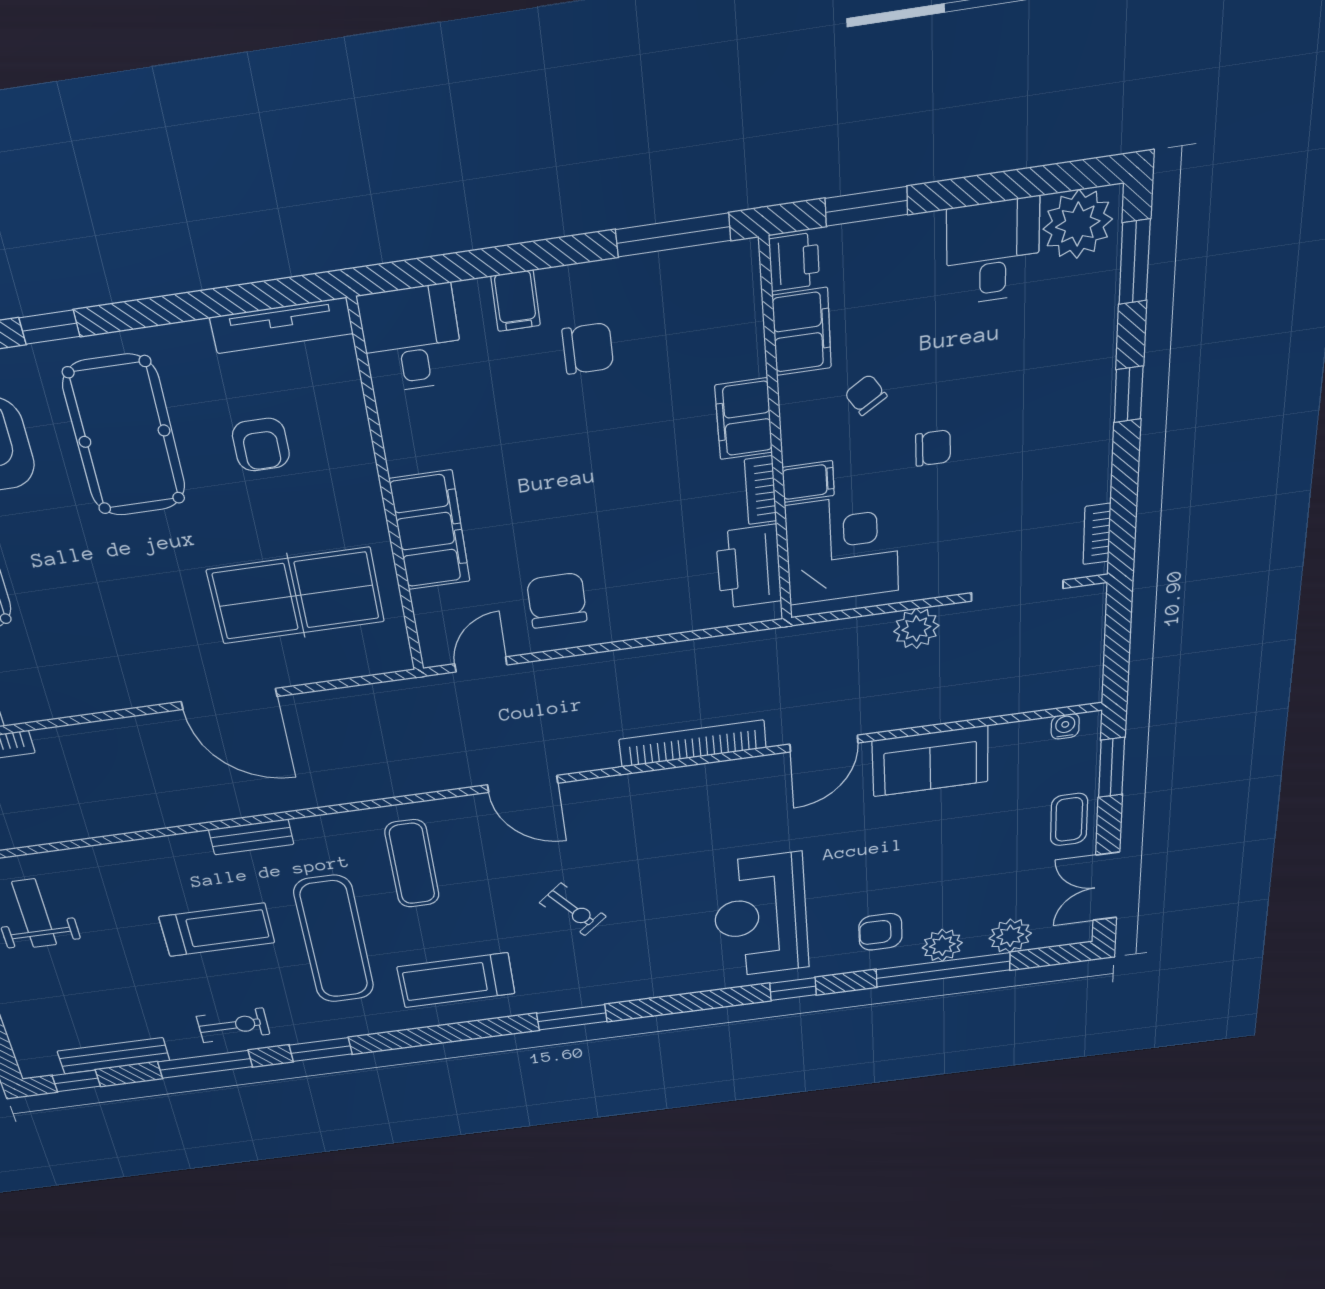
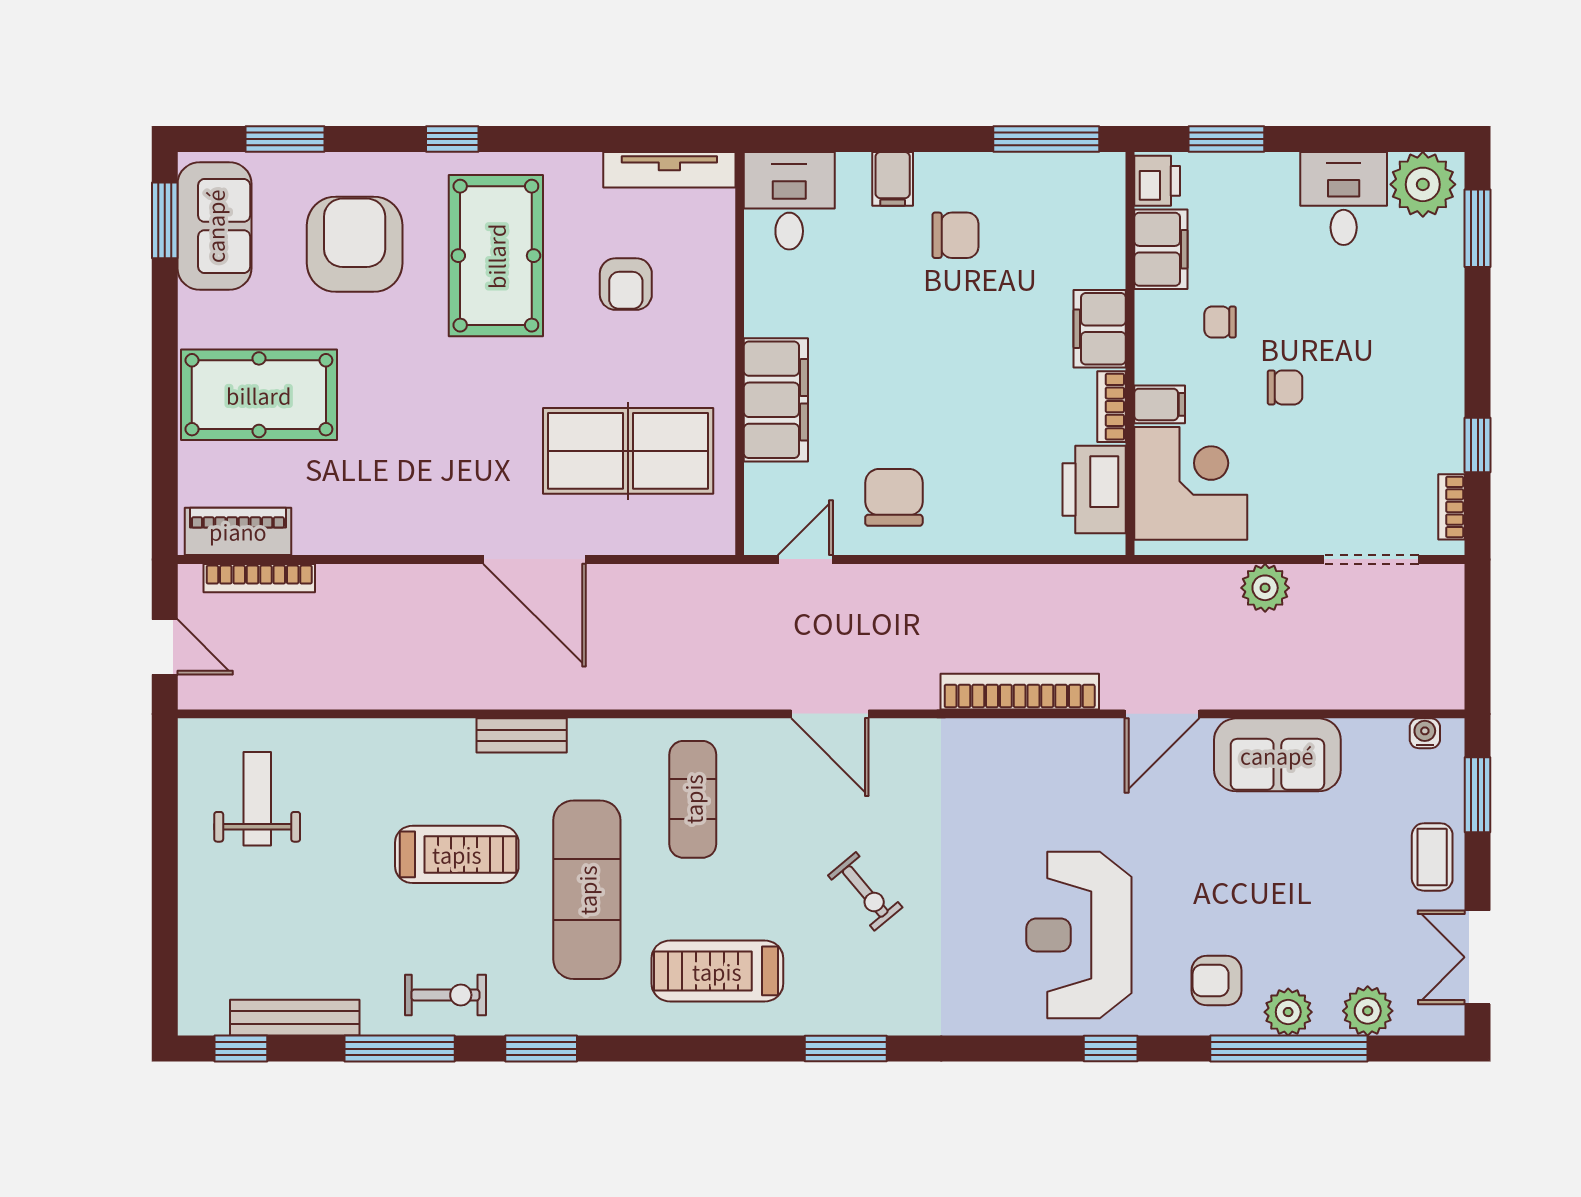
window: (1129, 394) -> (1478, 445), moved
chair: (866, 395) -> (1220, 322), turned -57

